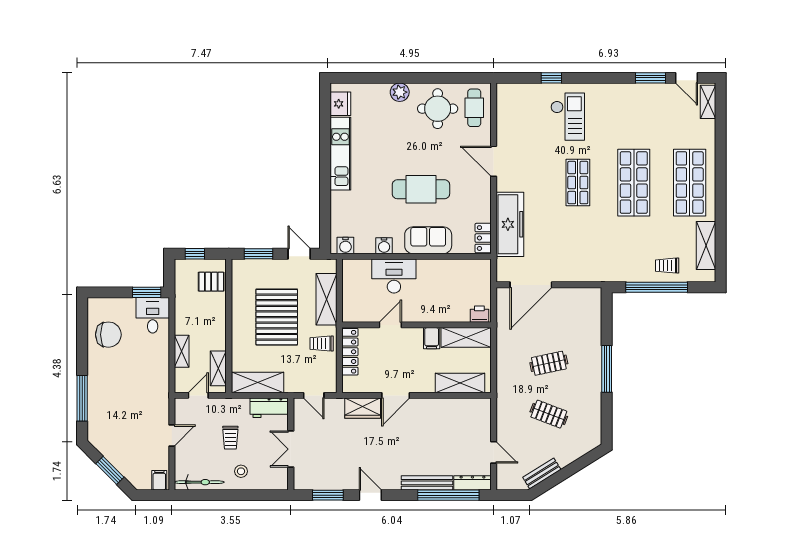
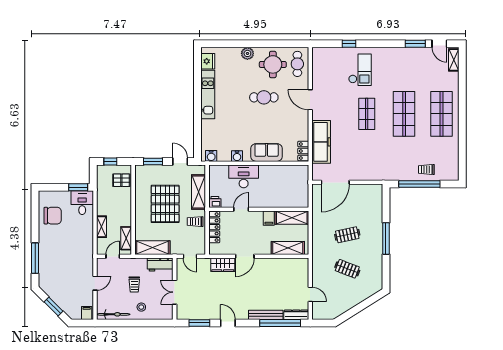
cafe table: (421, 189) -> (264, 97), moved, width x0.73, depth x0.74
shelving: (706, 246) -> (452, 156), removed
printer: (479, 314) -> (215, 202), moved
bench: (542, 473) -> (343, 309), removed

